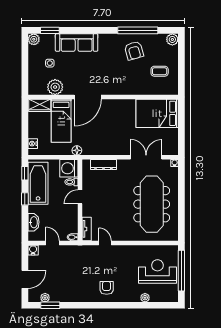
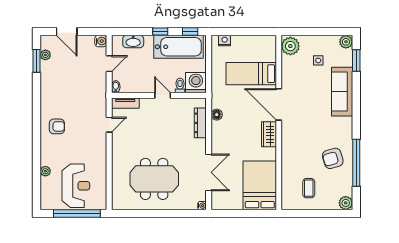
plant: (55, 87) -> (290, 46), moved
wardrobe: (40, 105) -> (269, 134), moved
floor lamp: (77, 150) -> (217, 115), moved
meeting table: (152, 204) -> (154, 179), width x0.73

